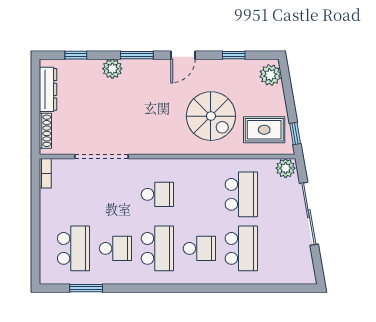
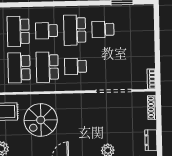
dresser: (48, 89) -> (151, 140), width x0.70
spiral stairs: (211, 116) -> (41, 120), turned -90
school desk: (74, 248) -> (47, 67), moved

